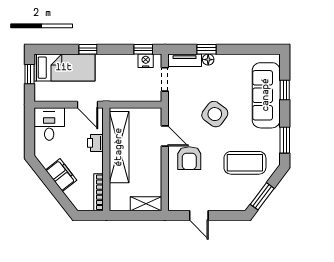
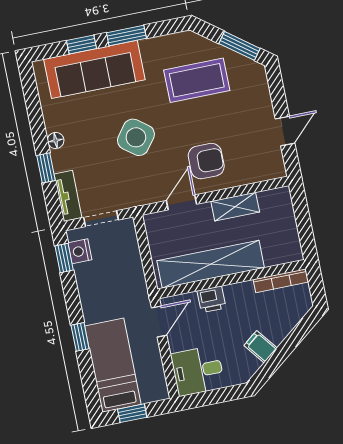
floor lamp: (208, 60) -> (56, 140), moved
window: (285, 140) -> (126, 35), moved
coffee table: (245, 163) -> (197, 80), turned 90
filing cabinet: (61, 175) -> (261, 347), width x0.50
shelving: (146, 204) -> (235, 207), moved, turned 90

